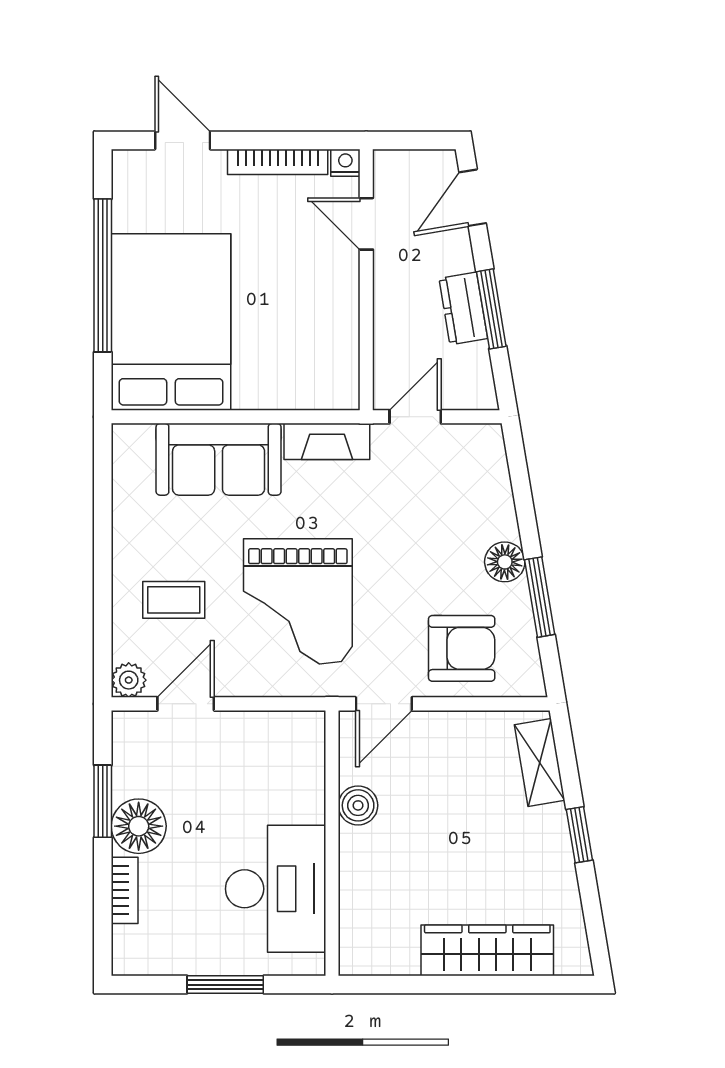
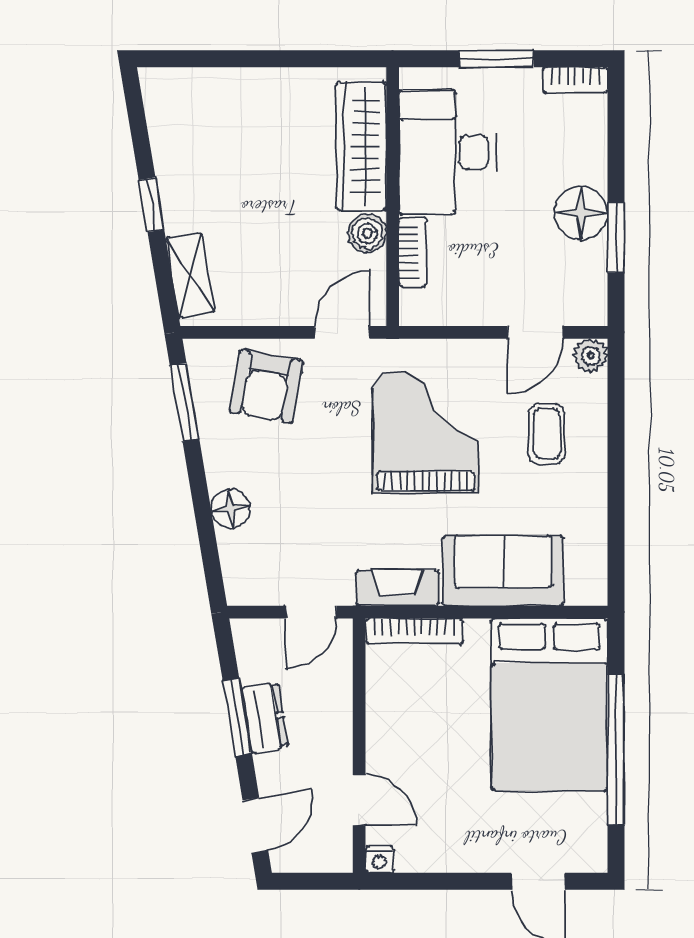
bookcase: (278, 162) -> (414, 631), moved, turned 180
floor lamp: (505, 562) -> (231, 509), moved
window: (540, 597) -> (185, 402), moved
coffee table: (174, 600) -> (547, 434), turned 90
armchair: (462, 648) -> (266, 386), turned -80
bookcase: (311, 786) -> (413, 252), added
bookcase: (125, 890) -> (575, 80), moved, turned -90
wardrobe: (487, 950) -> (361, 146), moved, turned 90

